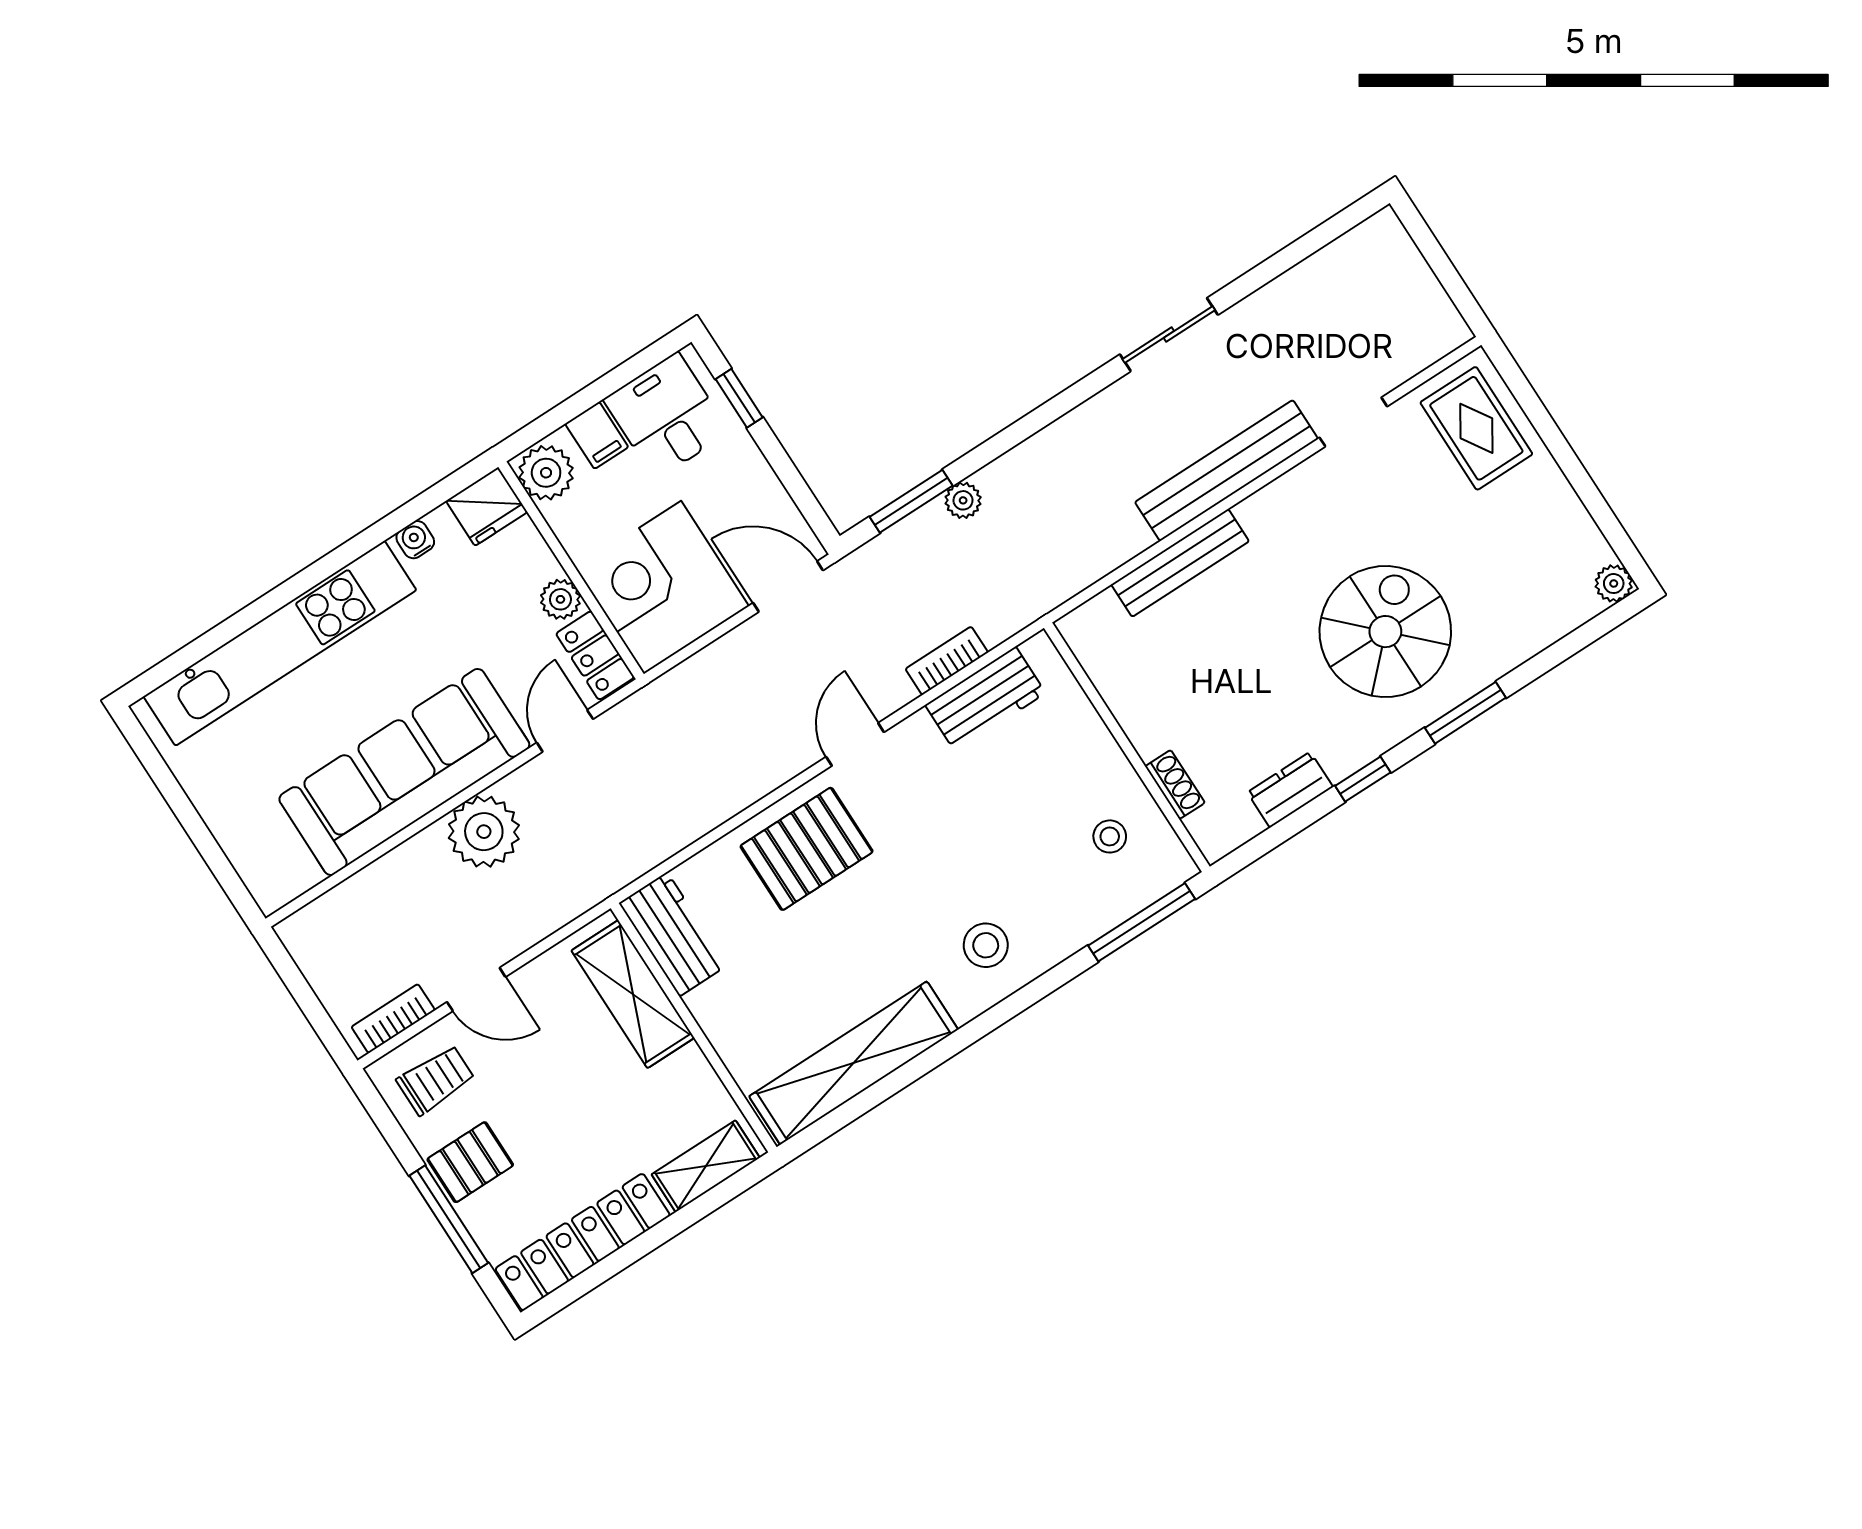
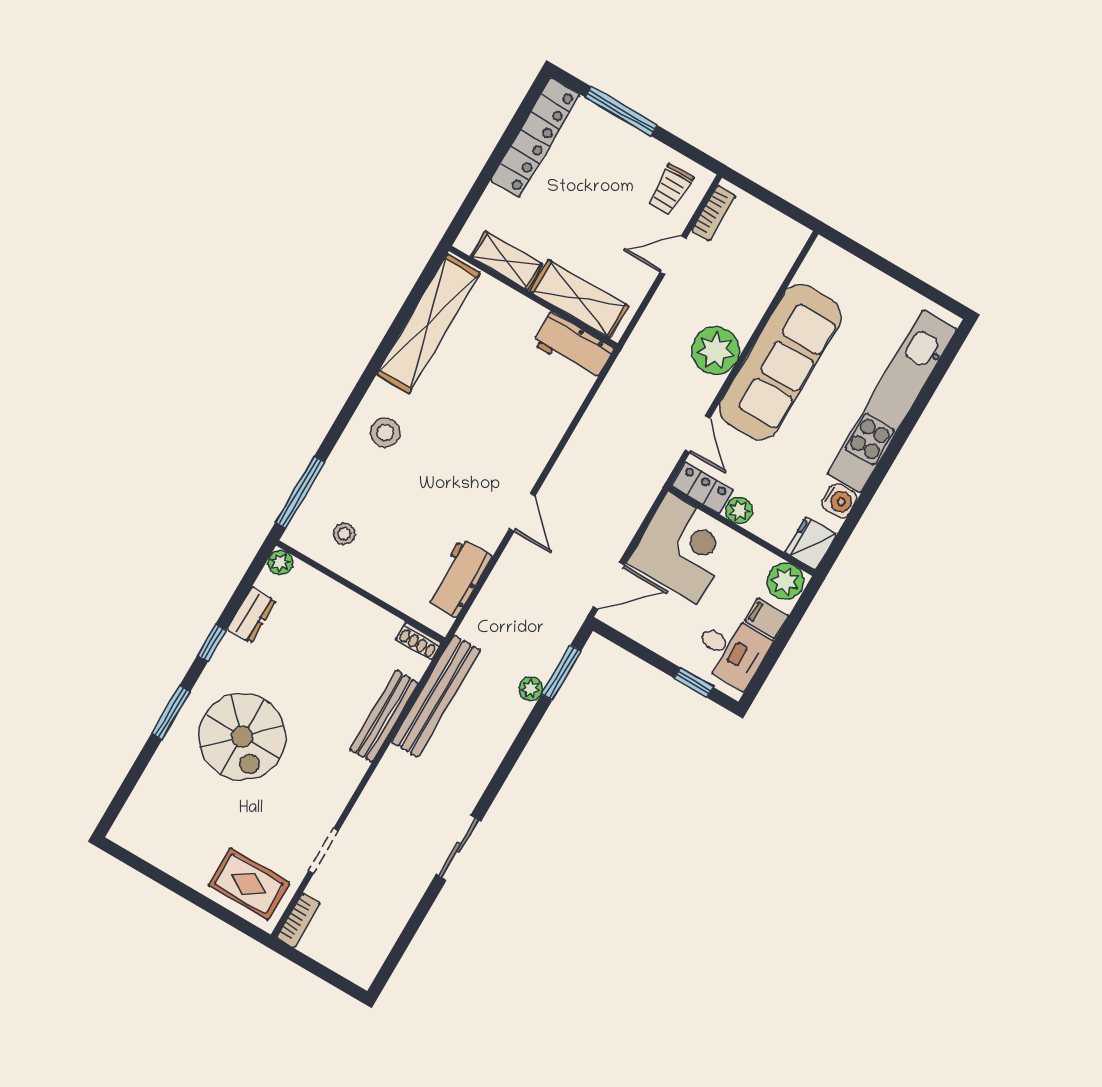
bench: (1227, 471) -> (436, 696), moved
water cooler: (415, 540) -> (839, 501), width x1.38, depth x1.38
plant: (1614, 584) -> (280, 562), moved
bookcase: (947, 661) -> (298, 921), moved
shoe rack: (1175, 785) -> (419, 641), moved
pallet: (807, 849) -> (520, 436), removed
pallet: (470, 1162) -> (625, 151), removed
shelving: (706, 1166) -> (506, 261), moved, turned 90

